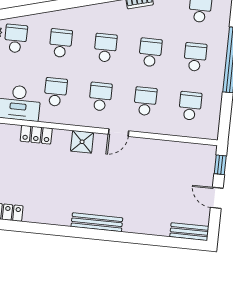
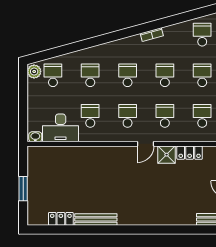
locker: (36, 135) -> (190, 153), moved
shower: (82, 142) -> (167, 155), moved
bench: (97, 222) -> (96, 220), moved

